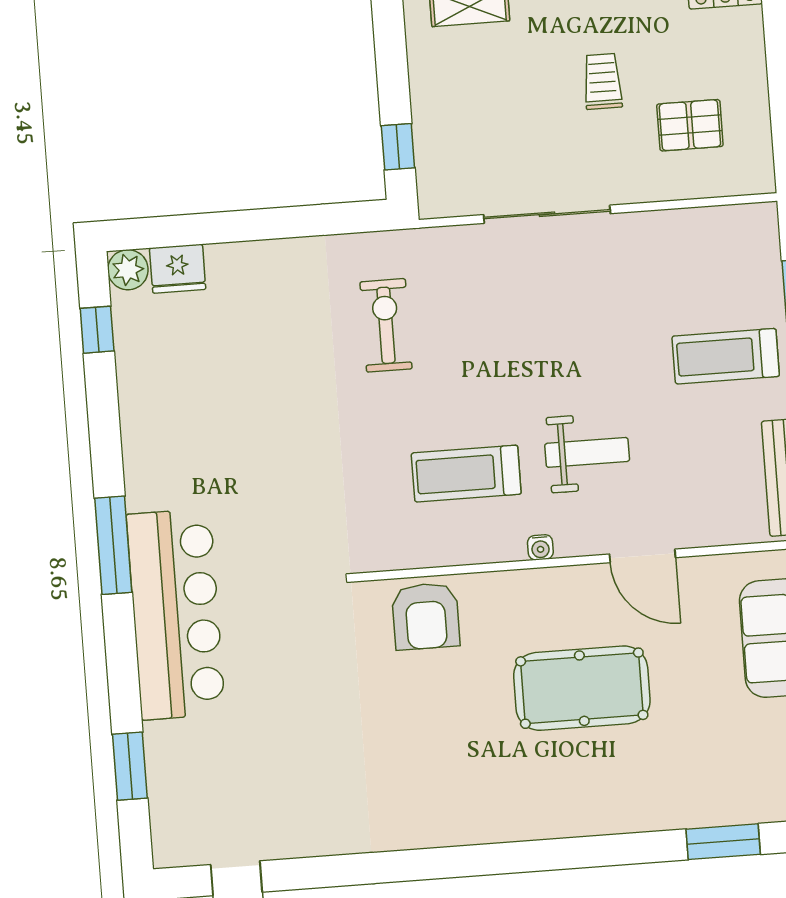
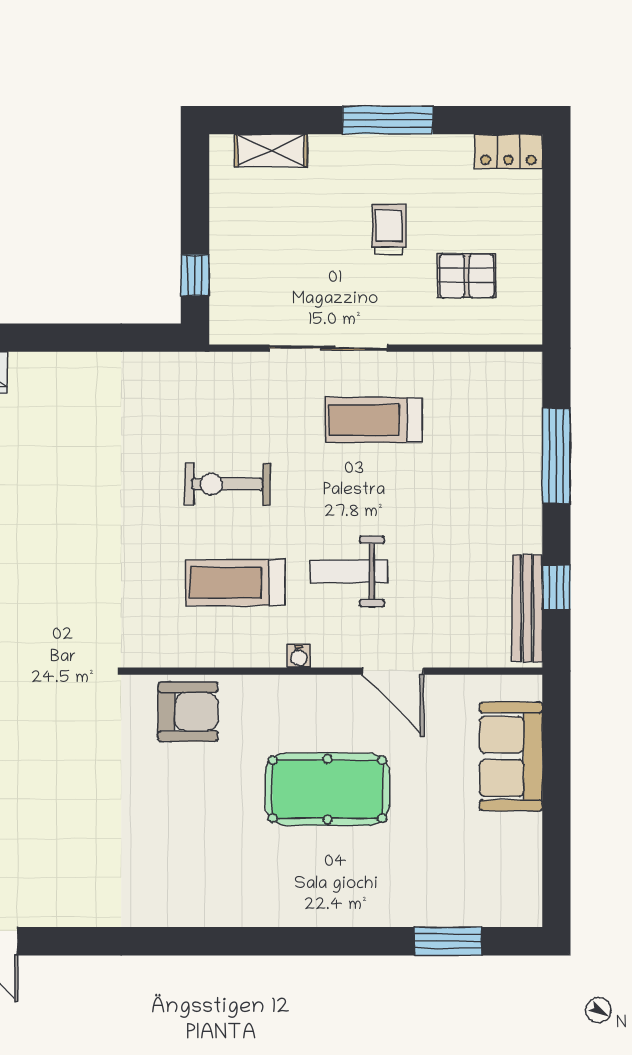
exercise bike: (386, 325) -> (227, 484), moved, turned -90
treadmill: (726, 356) -> (374, 420), moved
weight bench: (587, 452) -> (349, 571), turned 180
armchair: (426, 616) -> (188, 712), turned -90

